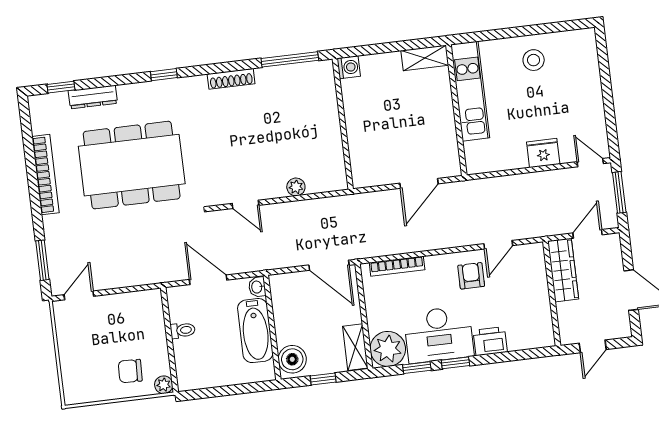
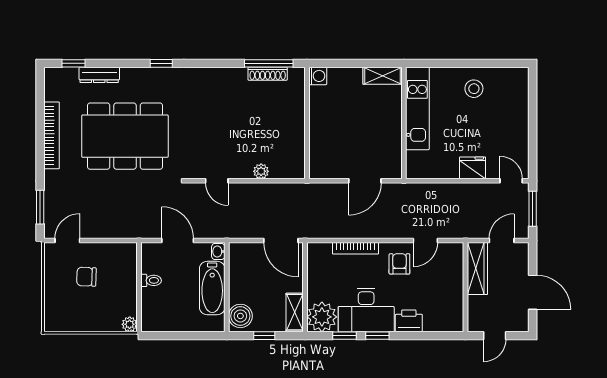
shoe rack: (231, 79) -> (268, 74), moved
bookcase: (397, 266) -> (356, 248), moved
chair: (130, 371) -> (86, 277), moved

